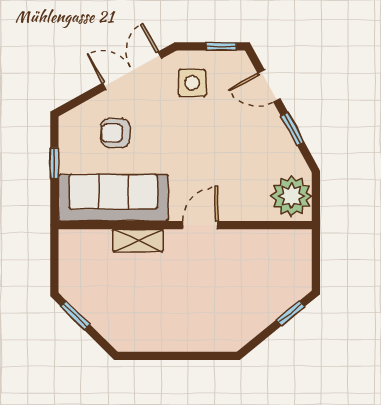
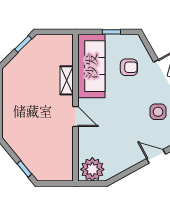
door: (269, 86) -> (156, 156), hinge flipped
window: (292, 129) -> (131, 170), removed
armchair: (115, 133) -> (129, 67), turned 90

